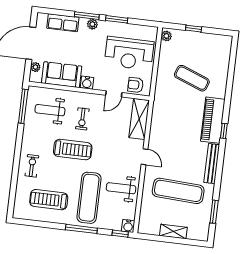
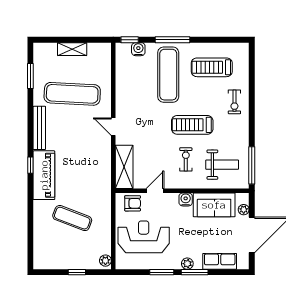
weight bench: (121, 188) -> (135, 89), removed
treadmill: (49, 200) -> (212, 67), turned 180
water cooler: (128, 226) -> (138, 49), moved

